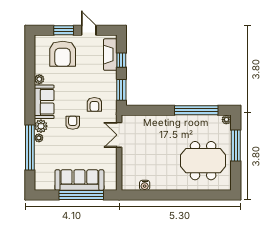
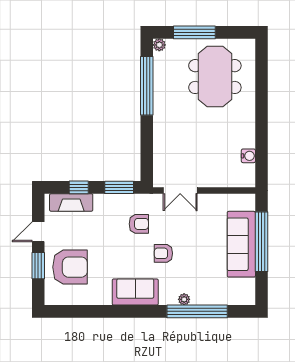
plant: (39, 79) -> (104, 299), removed
plant: (41, 126) -> (168, 296), removed

